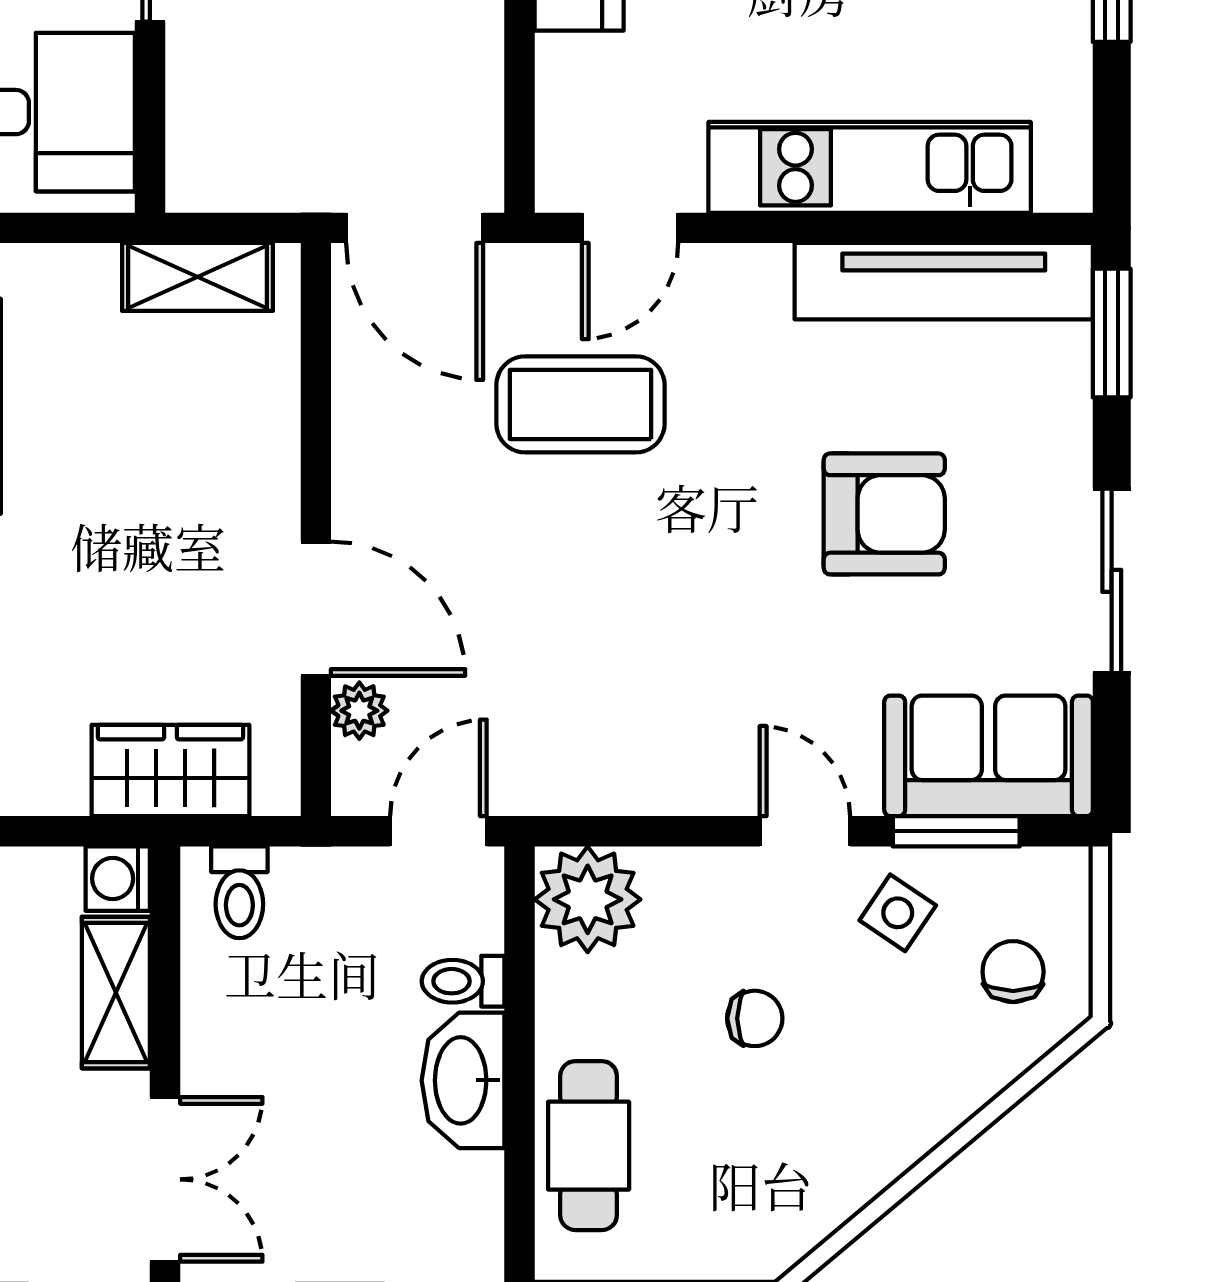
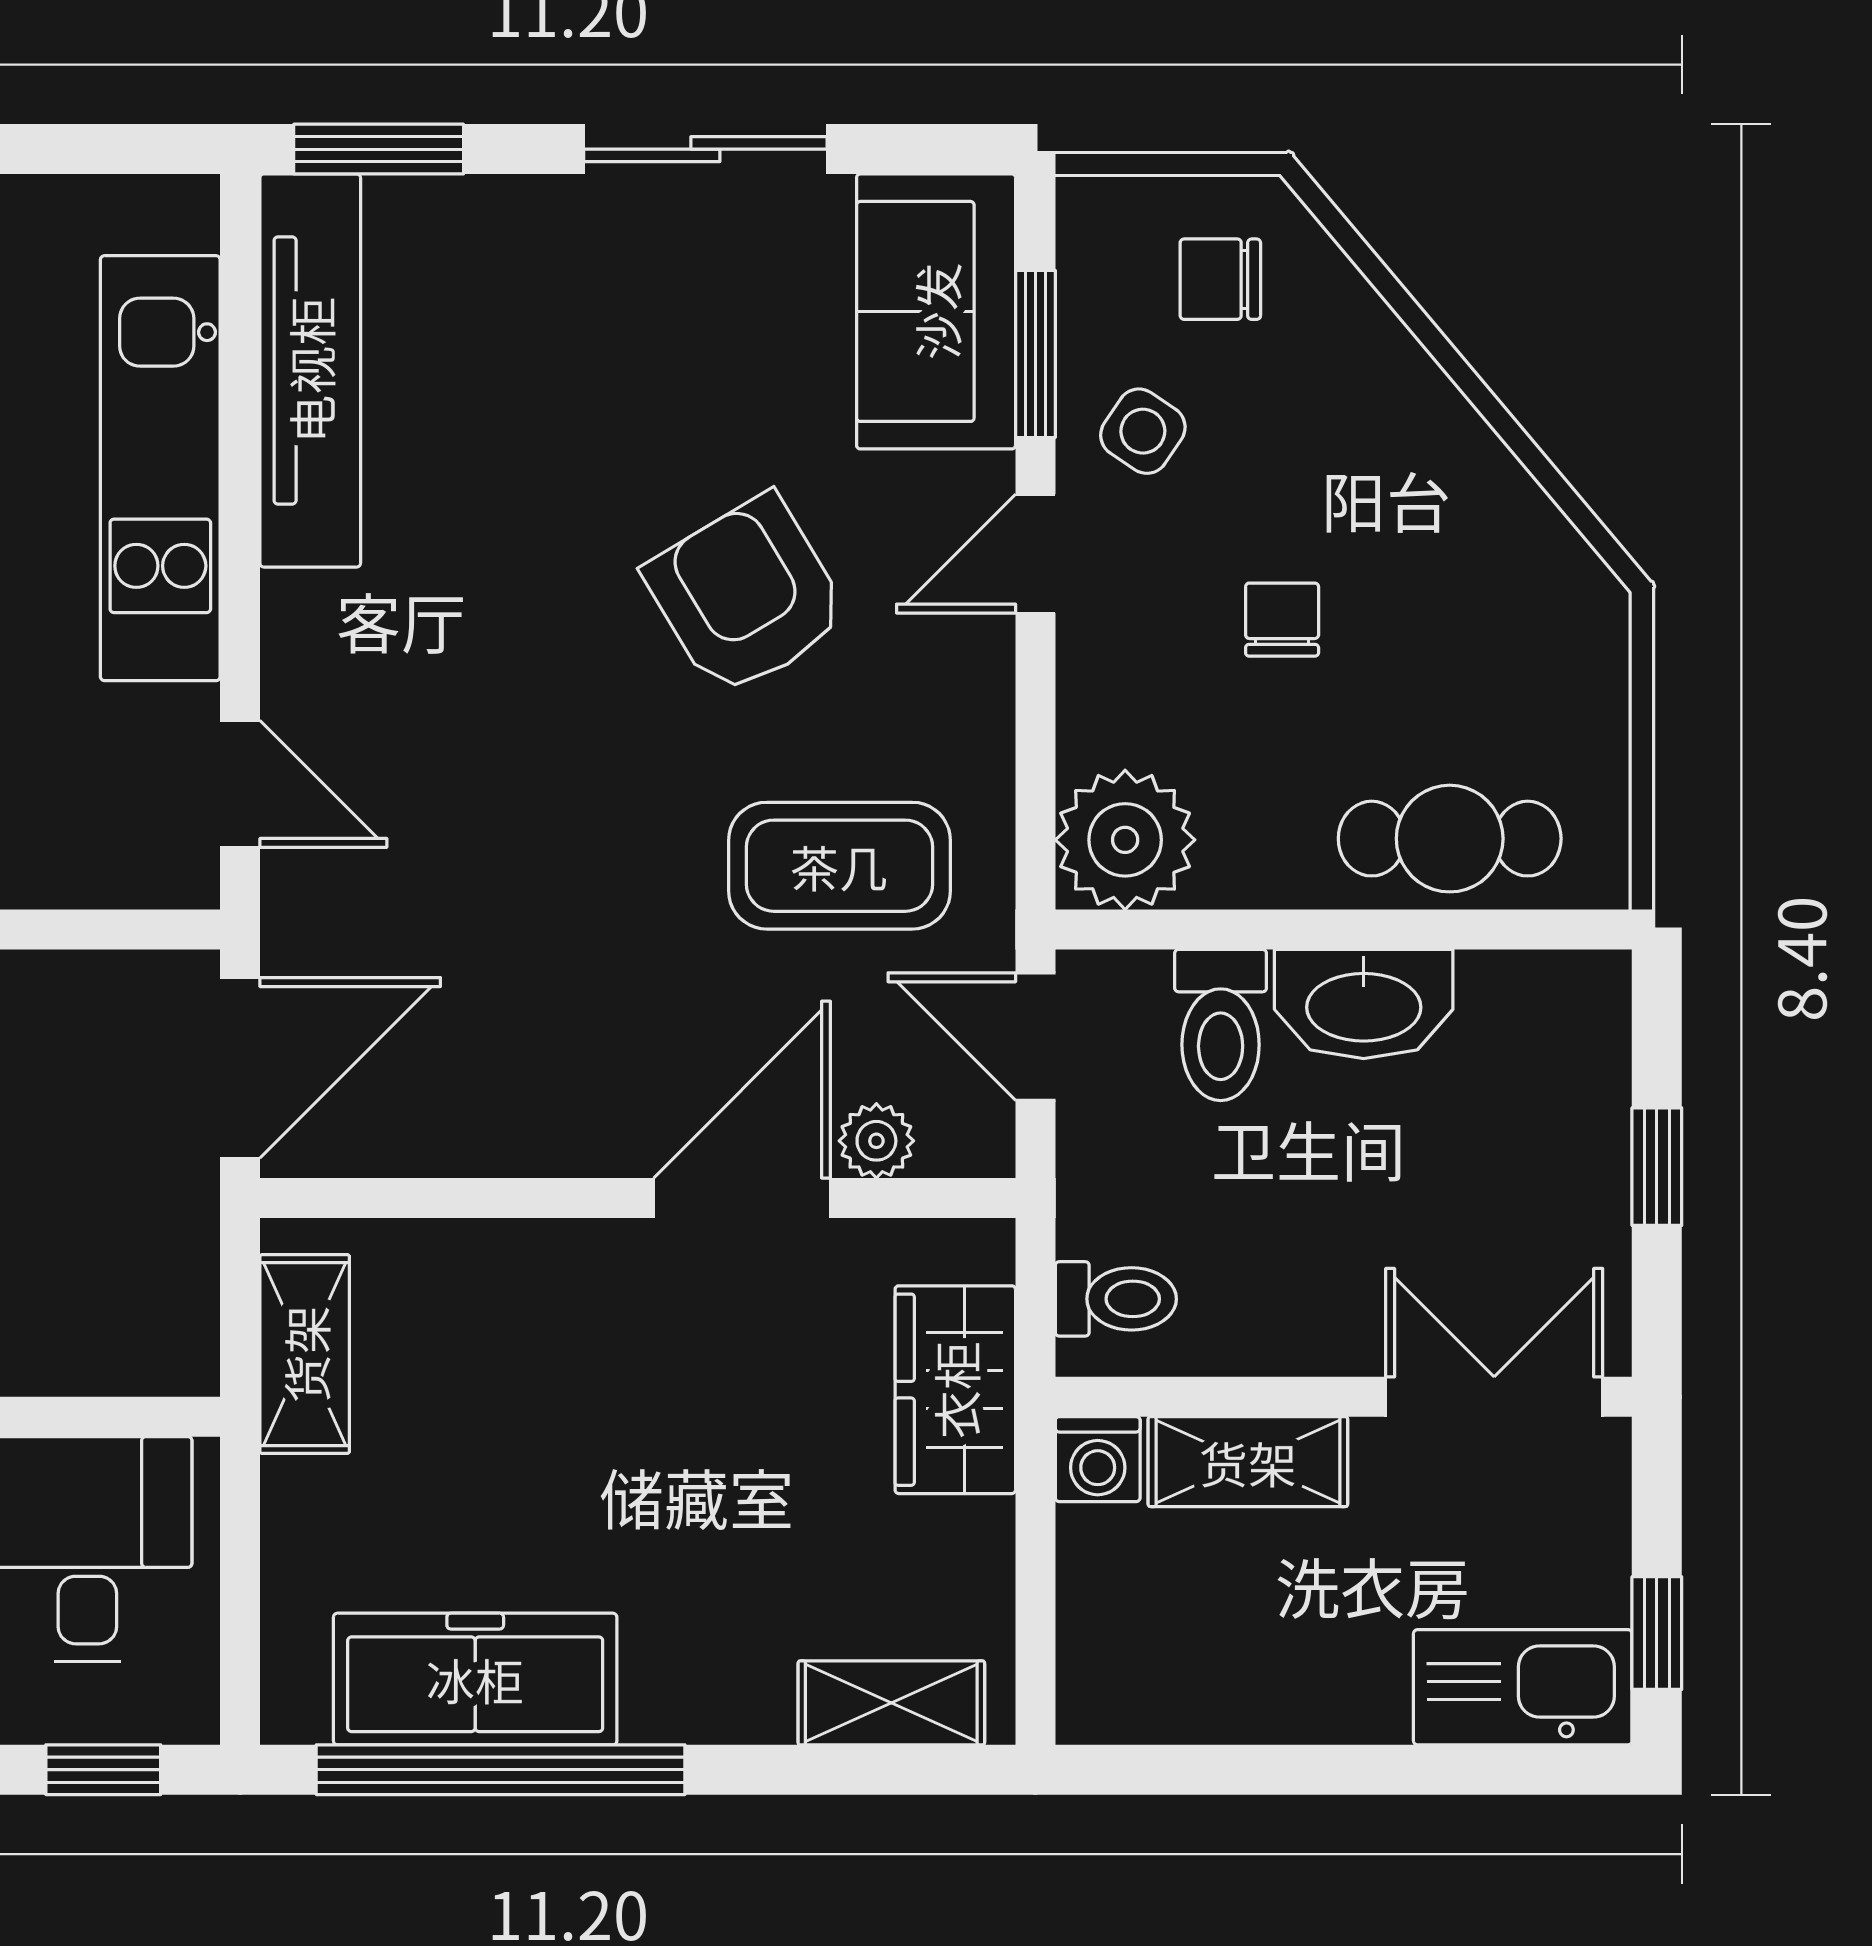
coffee table: (580, 404) -> (839, 866), moved, turned 90
armchair: (884, 514) -> (747, 596), moved, turned -31
toilet: (463, 981) -> (1221, 1025), width x1.37, depth x1.39

